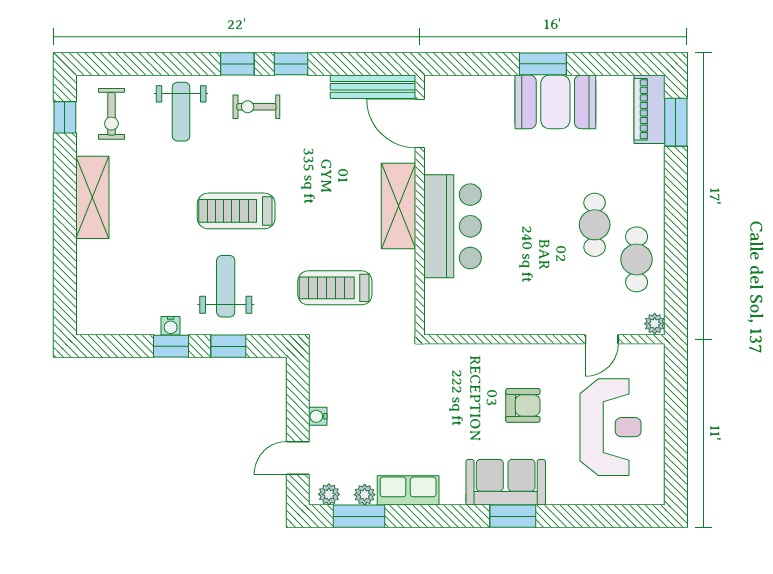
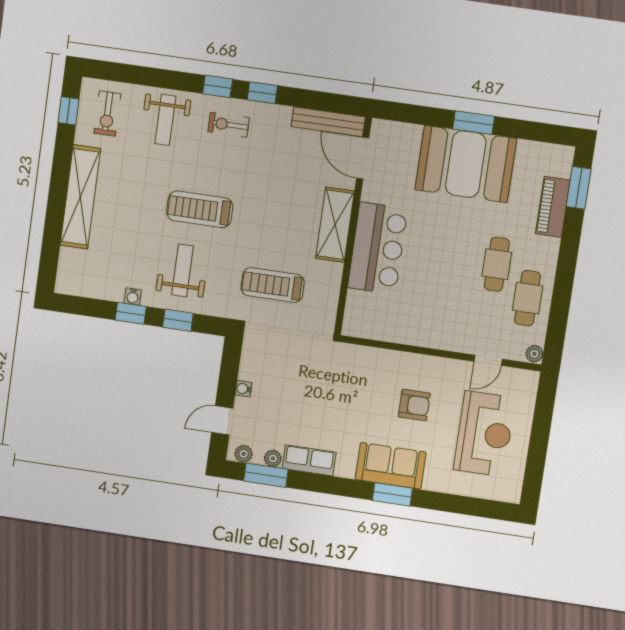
booth: (555, 102) -> (466, 164), width x1.36, depth x1.42
piano: (650, 109) -> (553, 207), moved
shelving: (92, 197) -> (80, 197), width x1.47

